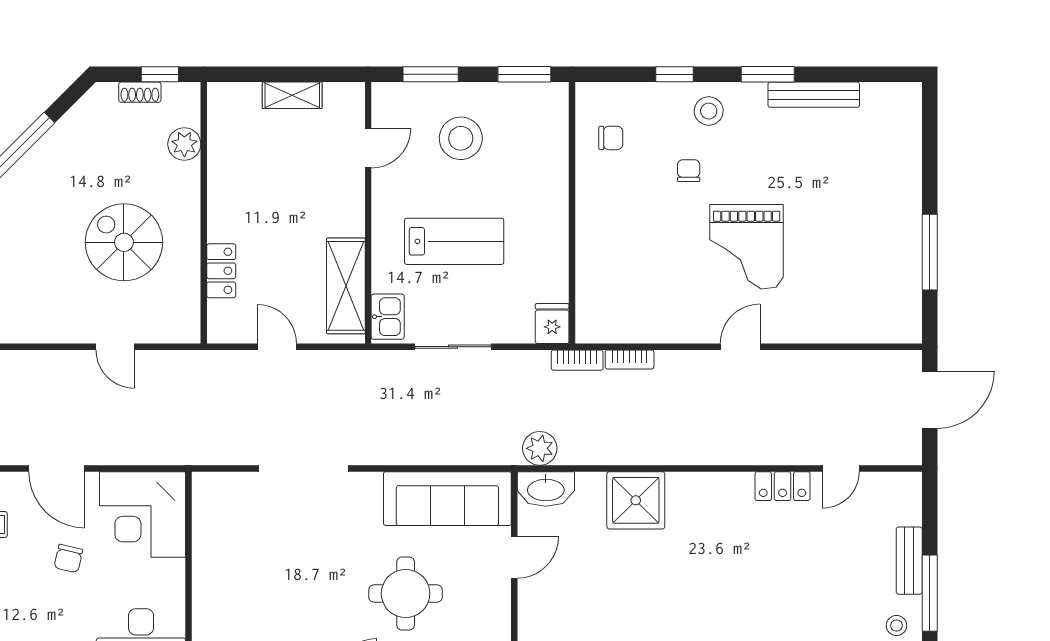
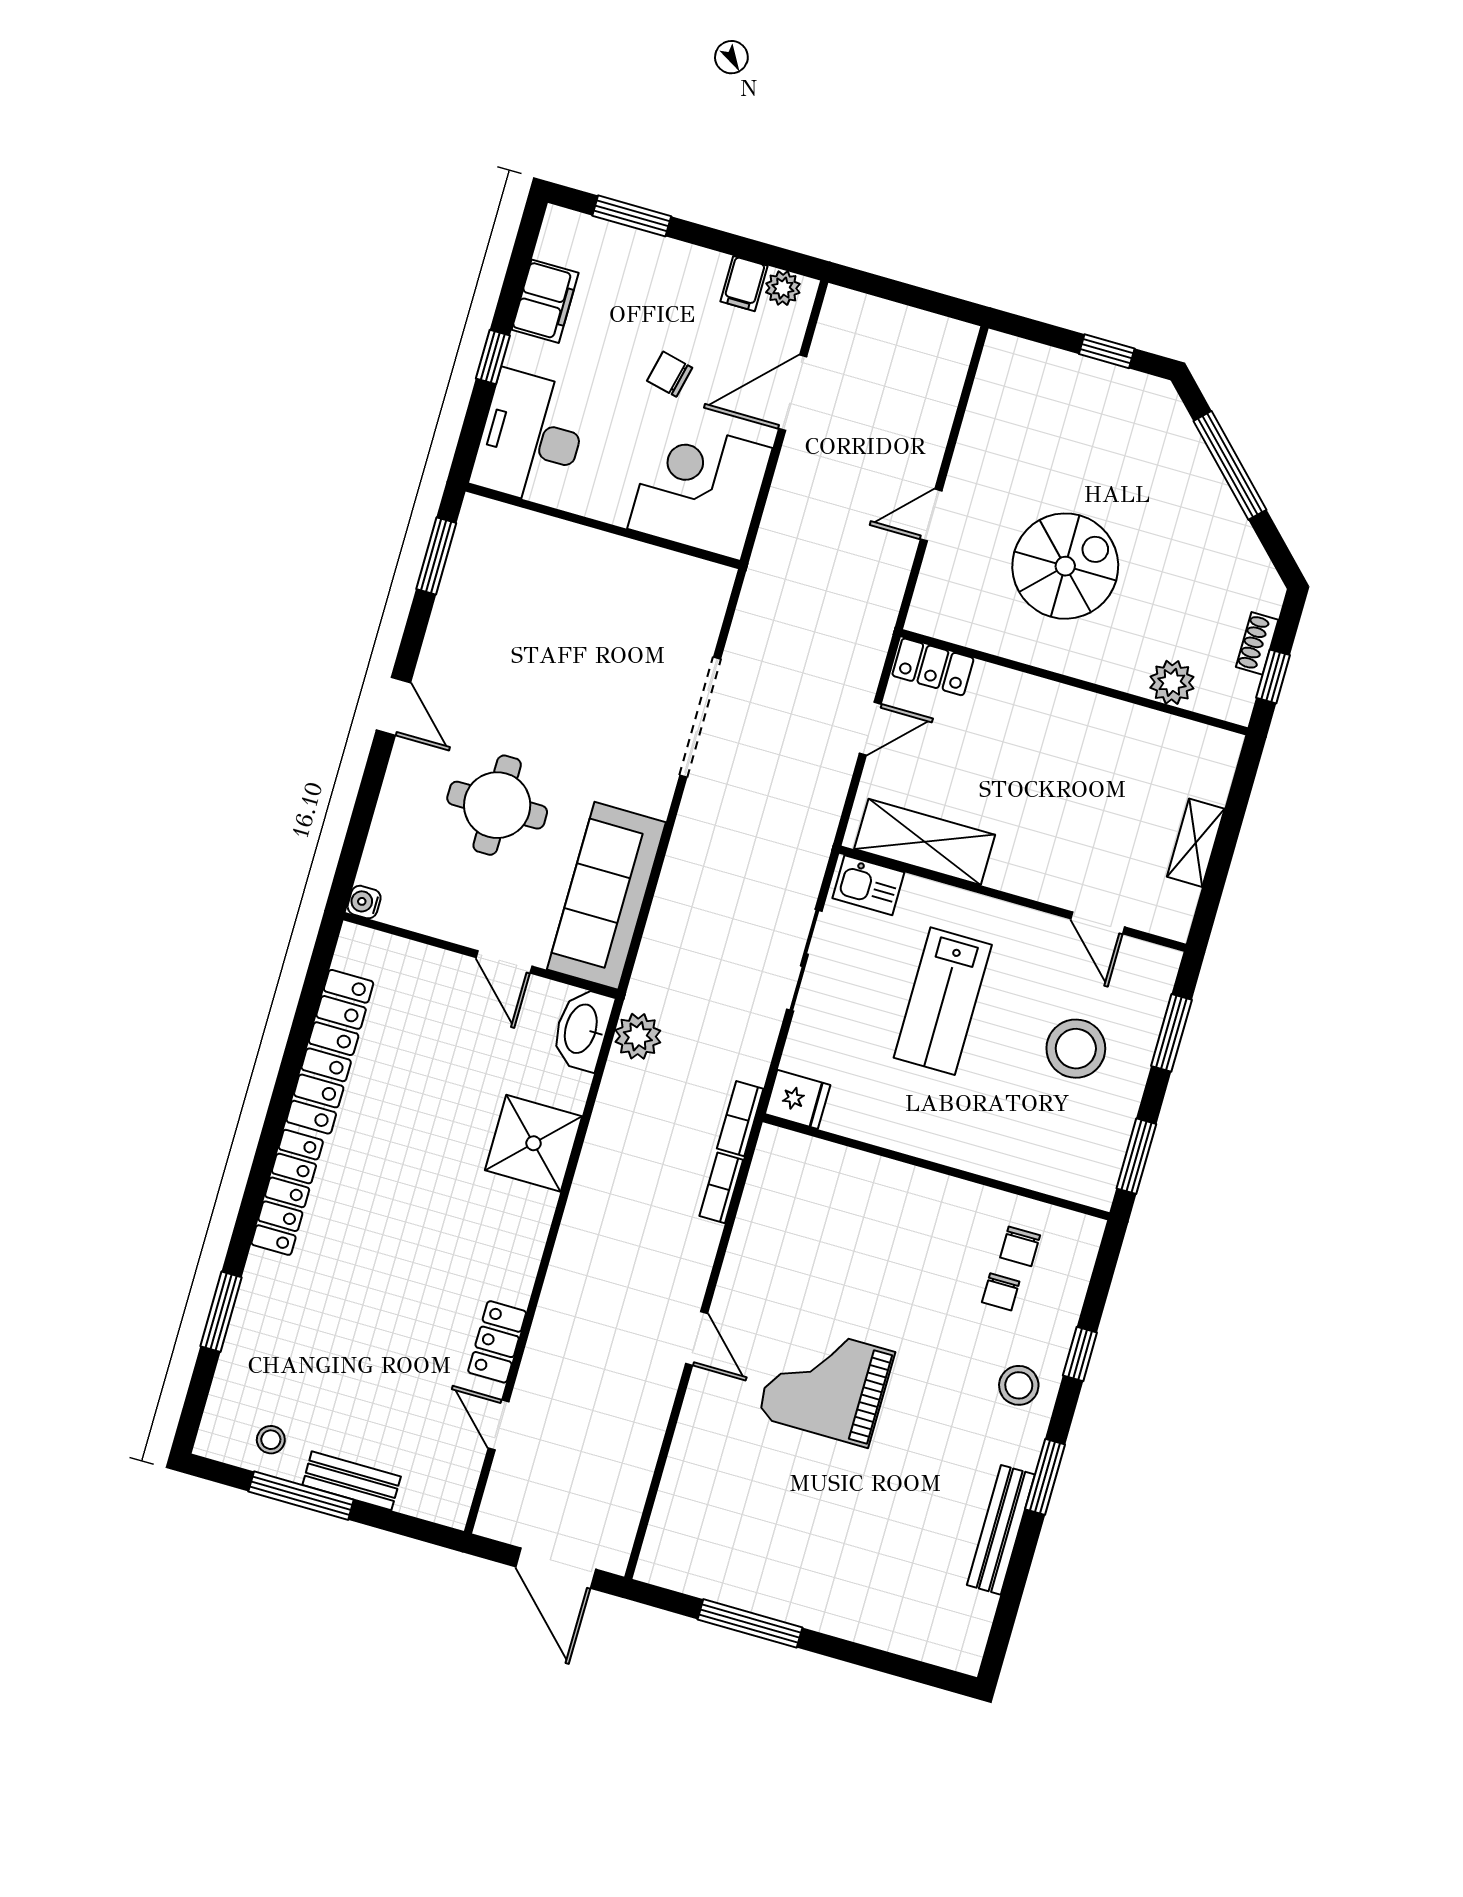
chair: (689, 171) -> (1001, 1292), moved, turned 90
locker: (221, 271) -> (933, 667), moved

